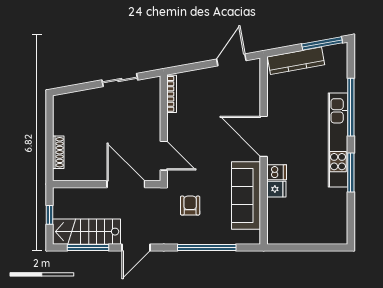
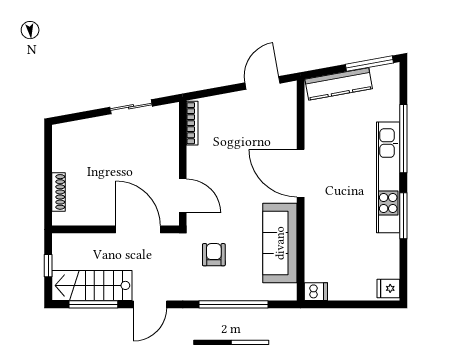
dishwasher: (277, 172) -> (316, 292), moved
fridge: (276, 189) -> (388, 288), moved, turned 180

